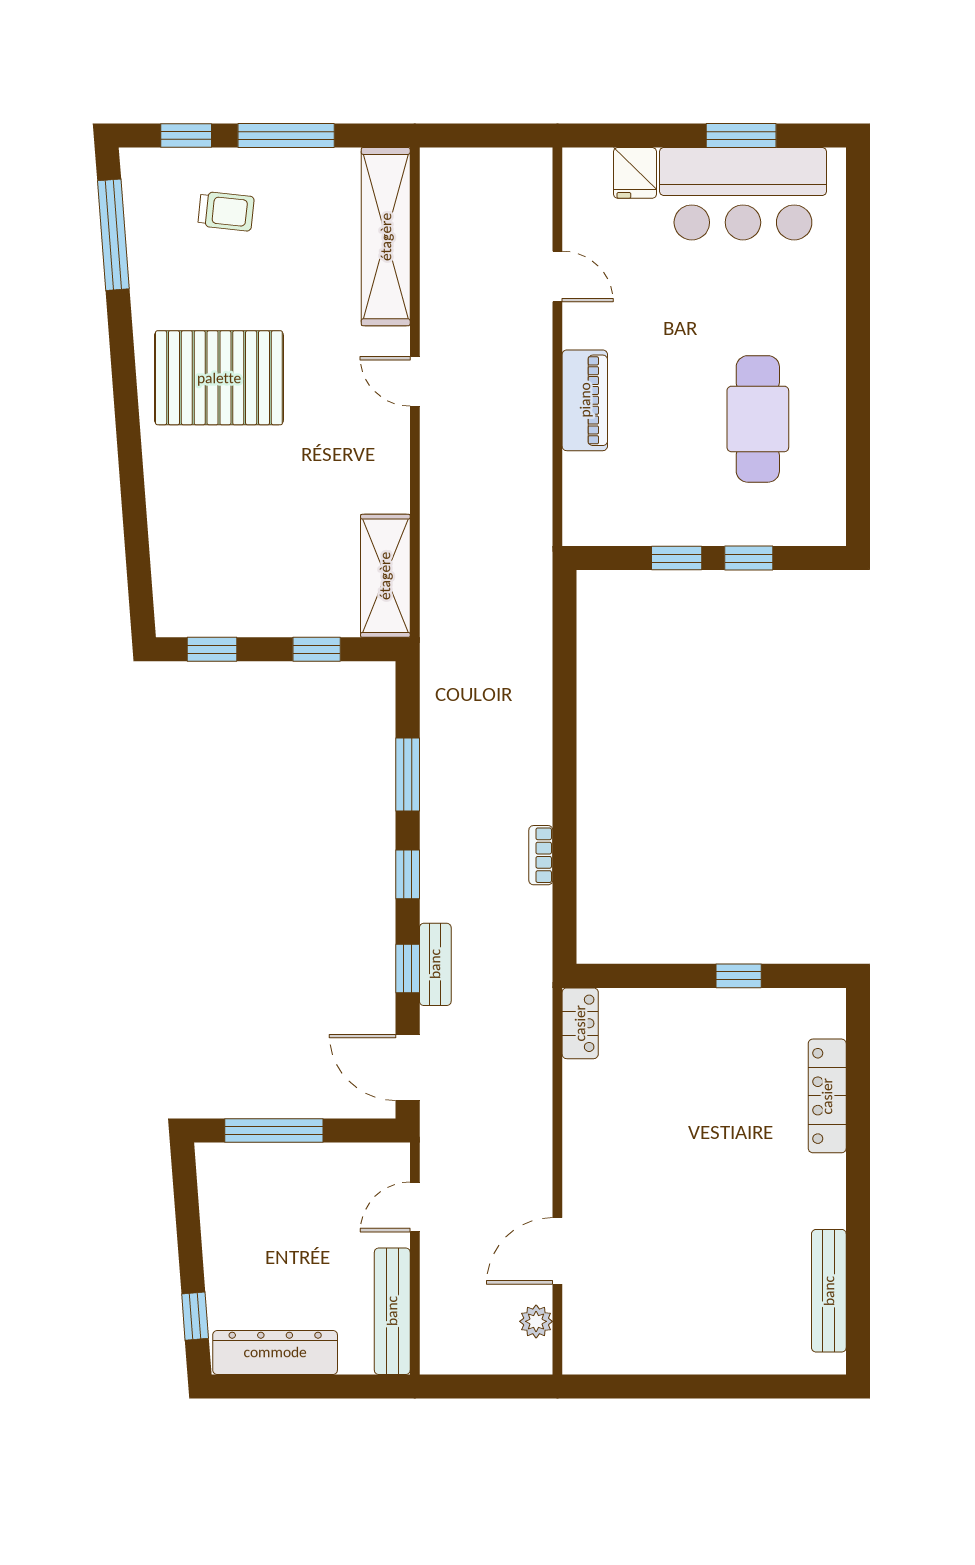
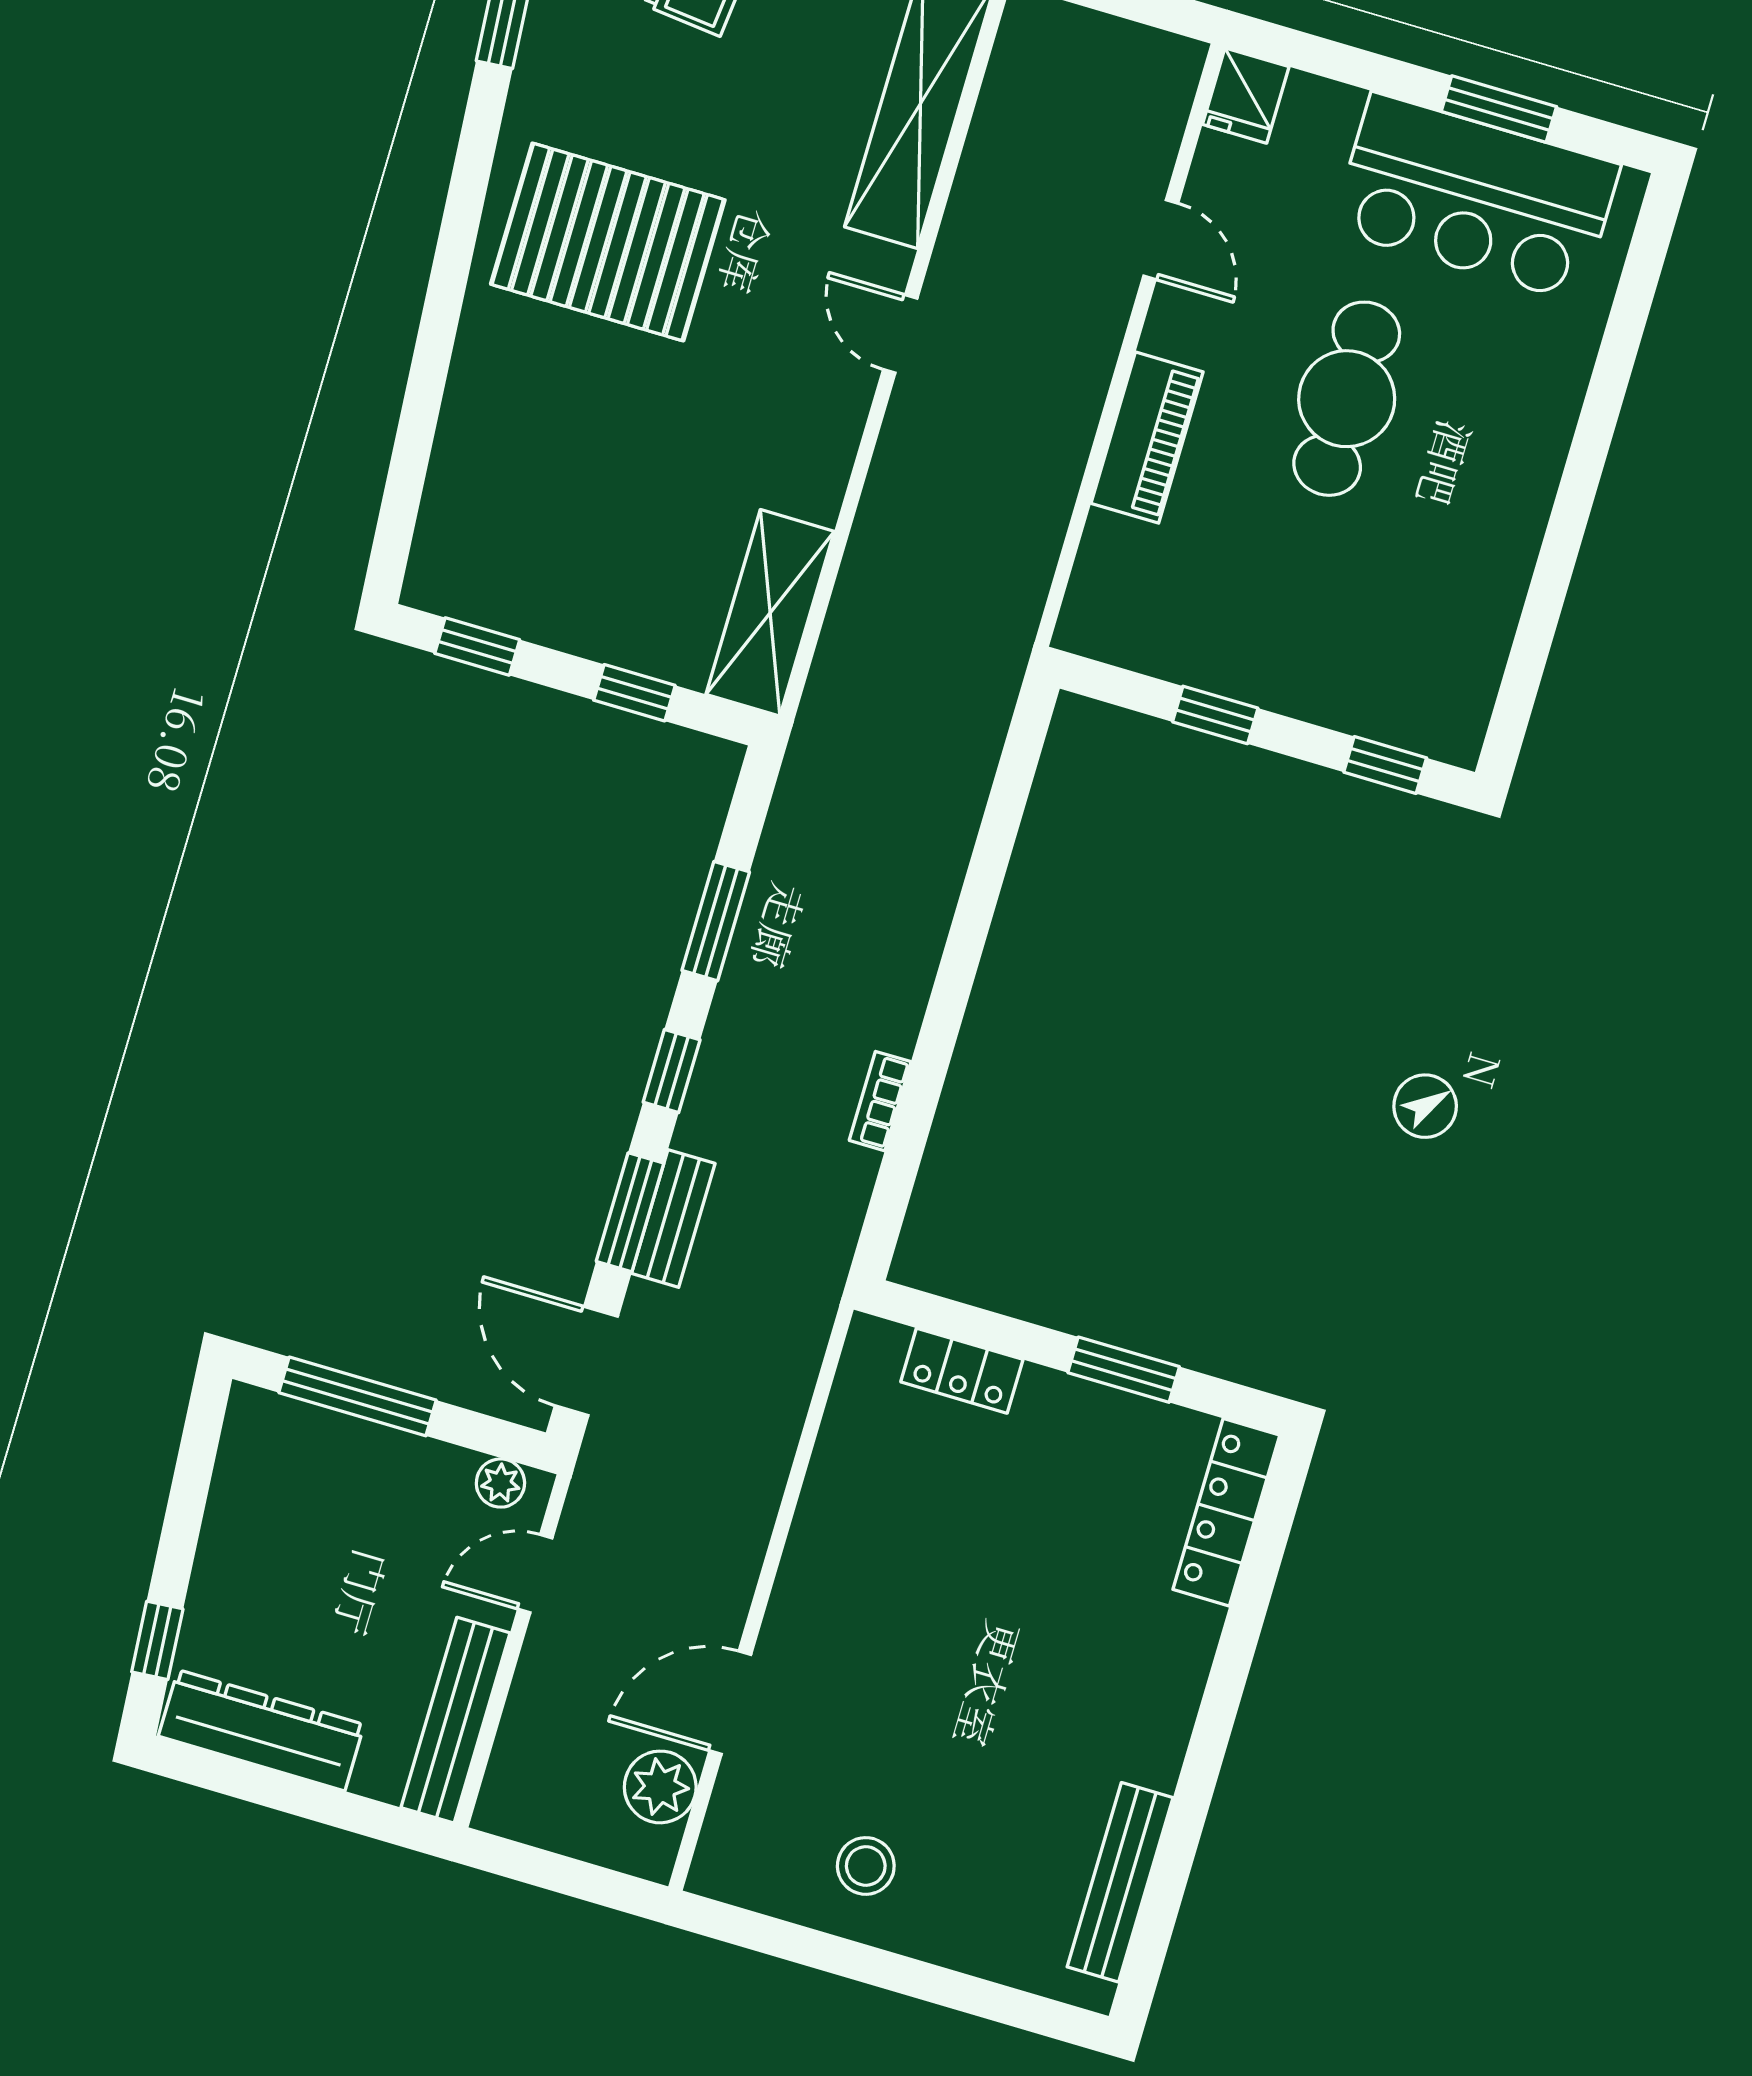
fridge: (635, 173) -> (1246, 96), moved
cafe table: (758, 419) -> (1347, 399), moved
window: (749, 558) -> (1385, 765), moved
window: (408, 968) -> (630, 1212), width x1.50
window: (739, 976) -> (1124, 1370), width x1.50
locker: (580, 1023) -> (962, 1371), moved, turned 90
locker: (827, 1096) -> (1226, 1512), moved
plant: (377, 1158) -> (500, 1483), added
plant: (536, 1321) -> (660, 1787), width x1.38, depth x1.38
stool: (670, 1327) -> (866, 1866), added

